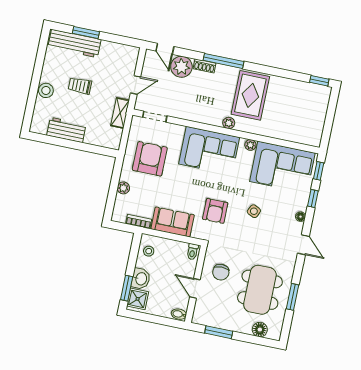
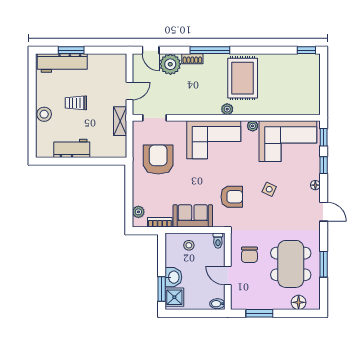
plant: (123, 188) -> (138, 212), moved
armchair: (215, 211) -> (232, 197), turned -90
stool: (149, 251) -> (189, 245), moved

